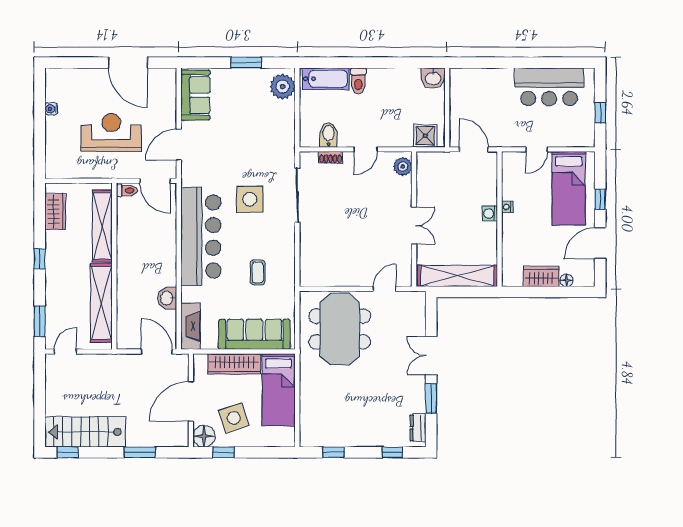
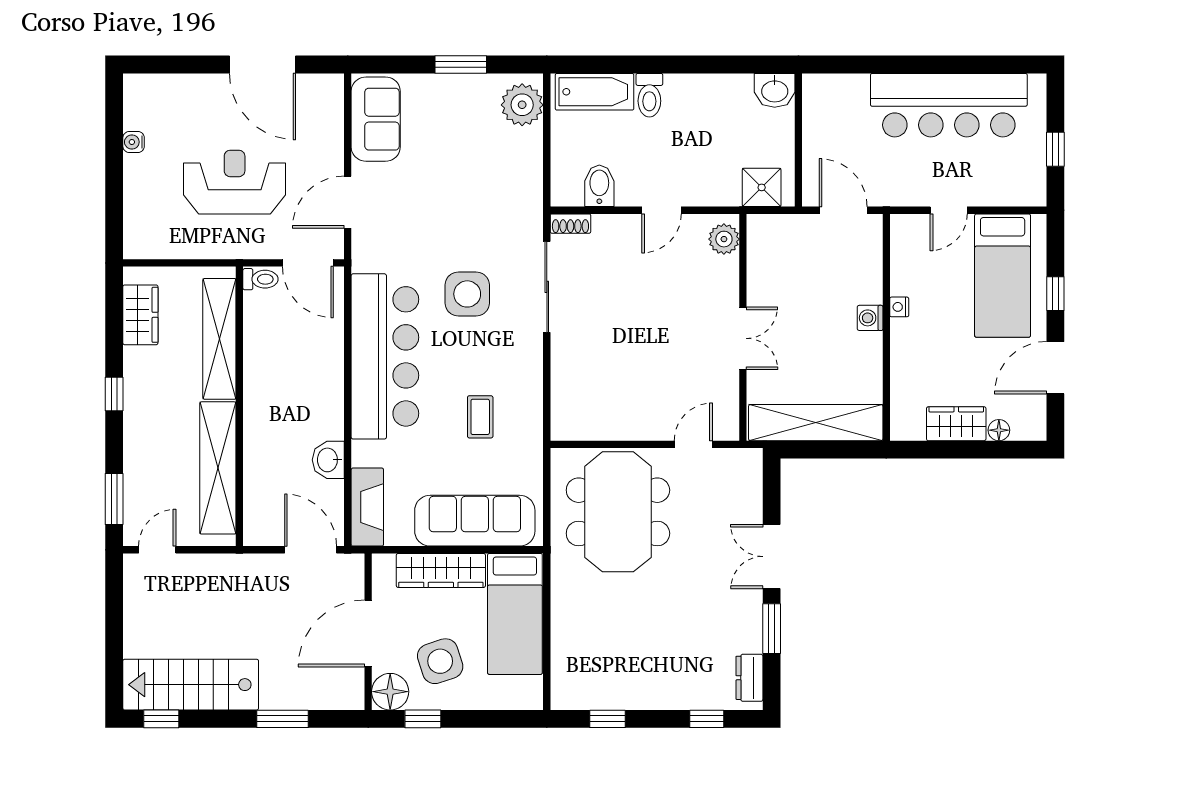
bar counter: (549, 87) -> (949, 105), width x1.36
shoe rack: (331, 157) -> (570, 224), moved

